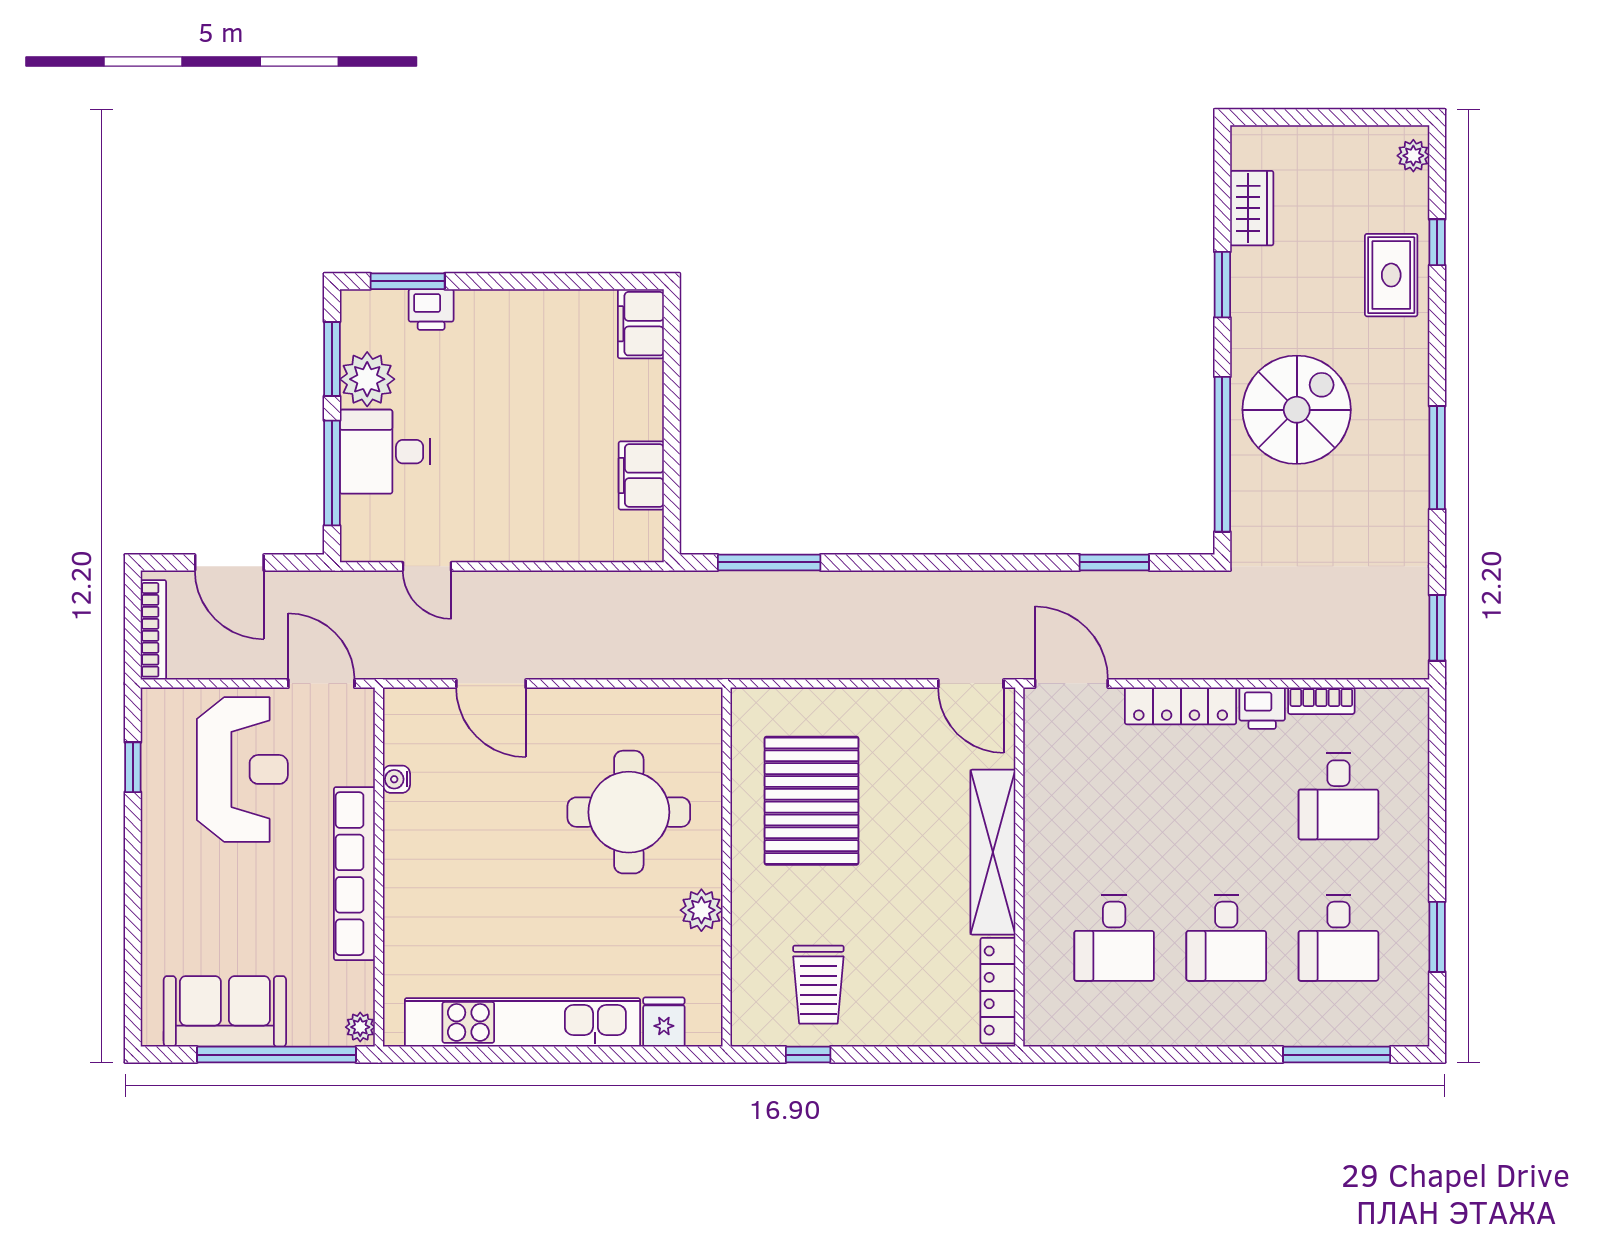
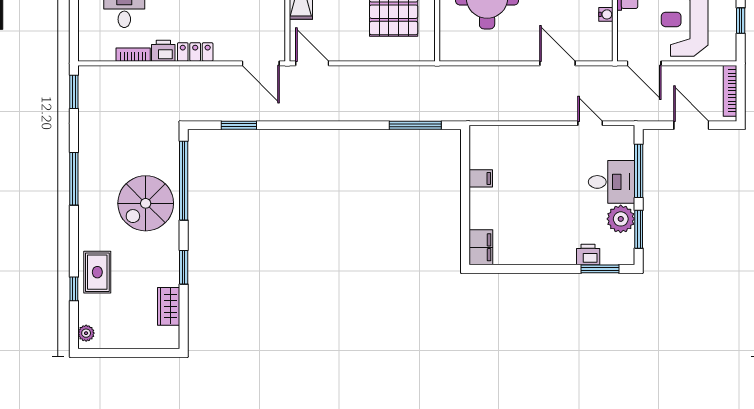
filing cabinet: (641, 475) -> (481, 178), width x0.50
locker: (1181, 706) -> (195, 52), width x0.66

